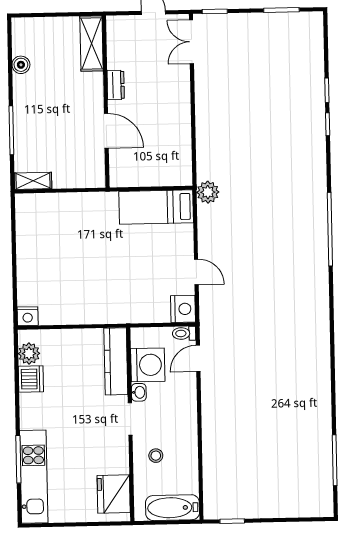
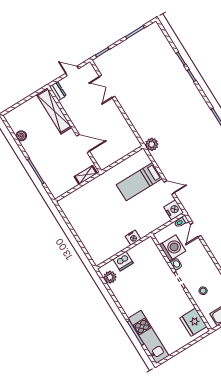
double door: (191, 42) -> (107, 86), moved
shelving: (91, 44) -> (54, 111), width x1.47
dresser: (116, 85) -> (58, 91), moved
shelving: (33, 181) -> (86, 175), moved
bed: (156, 207) -> (139, 182), moved
nightstand: (28, 316) -> (133, 238), moved
kitchen counter: (116, 361) -> (156, 256), removed
dishwasher: (31, 379) -> (123, 261), moved, turned 90

